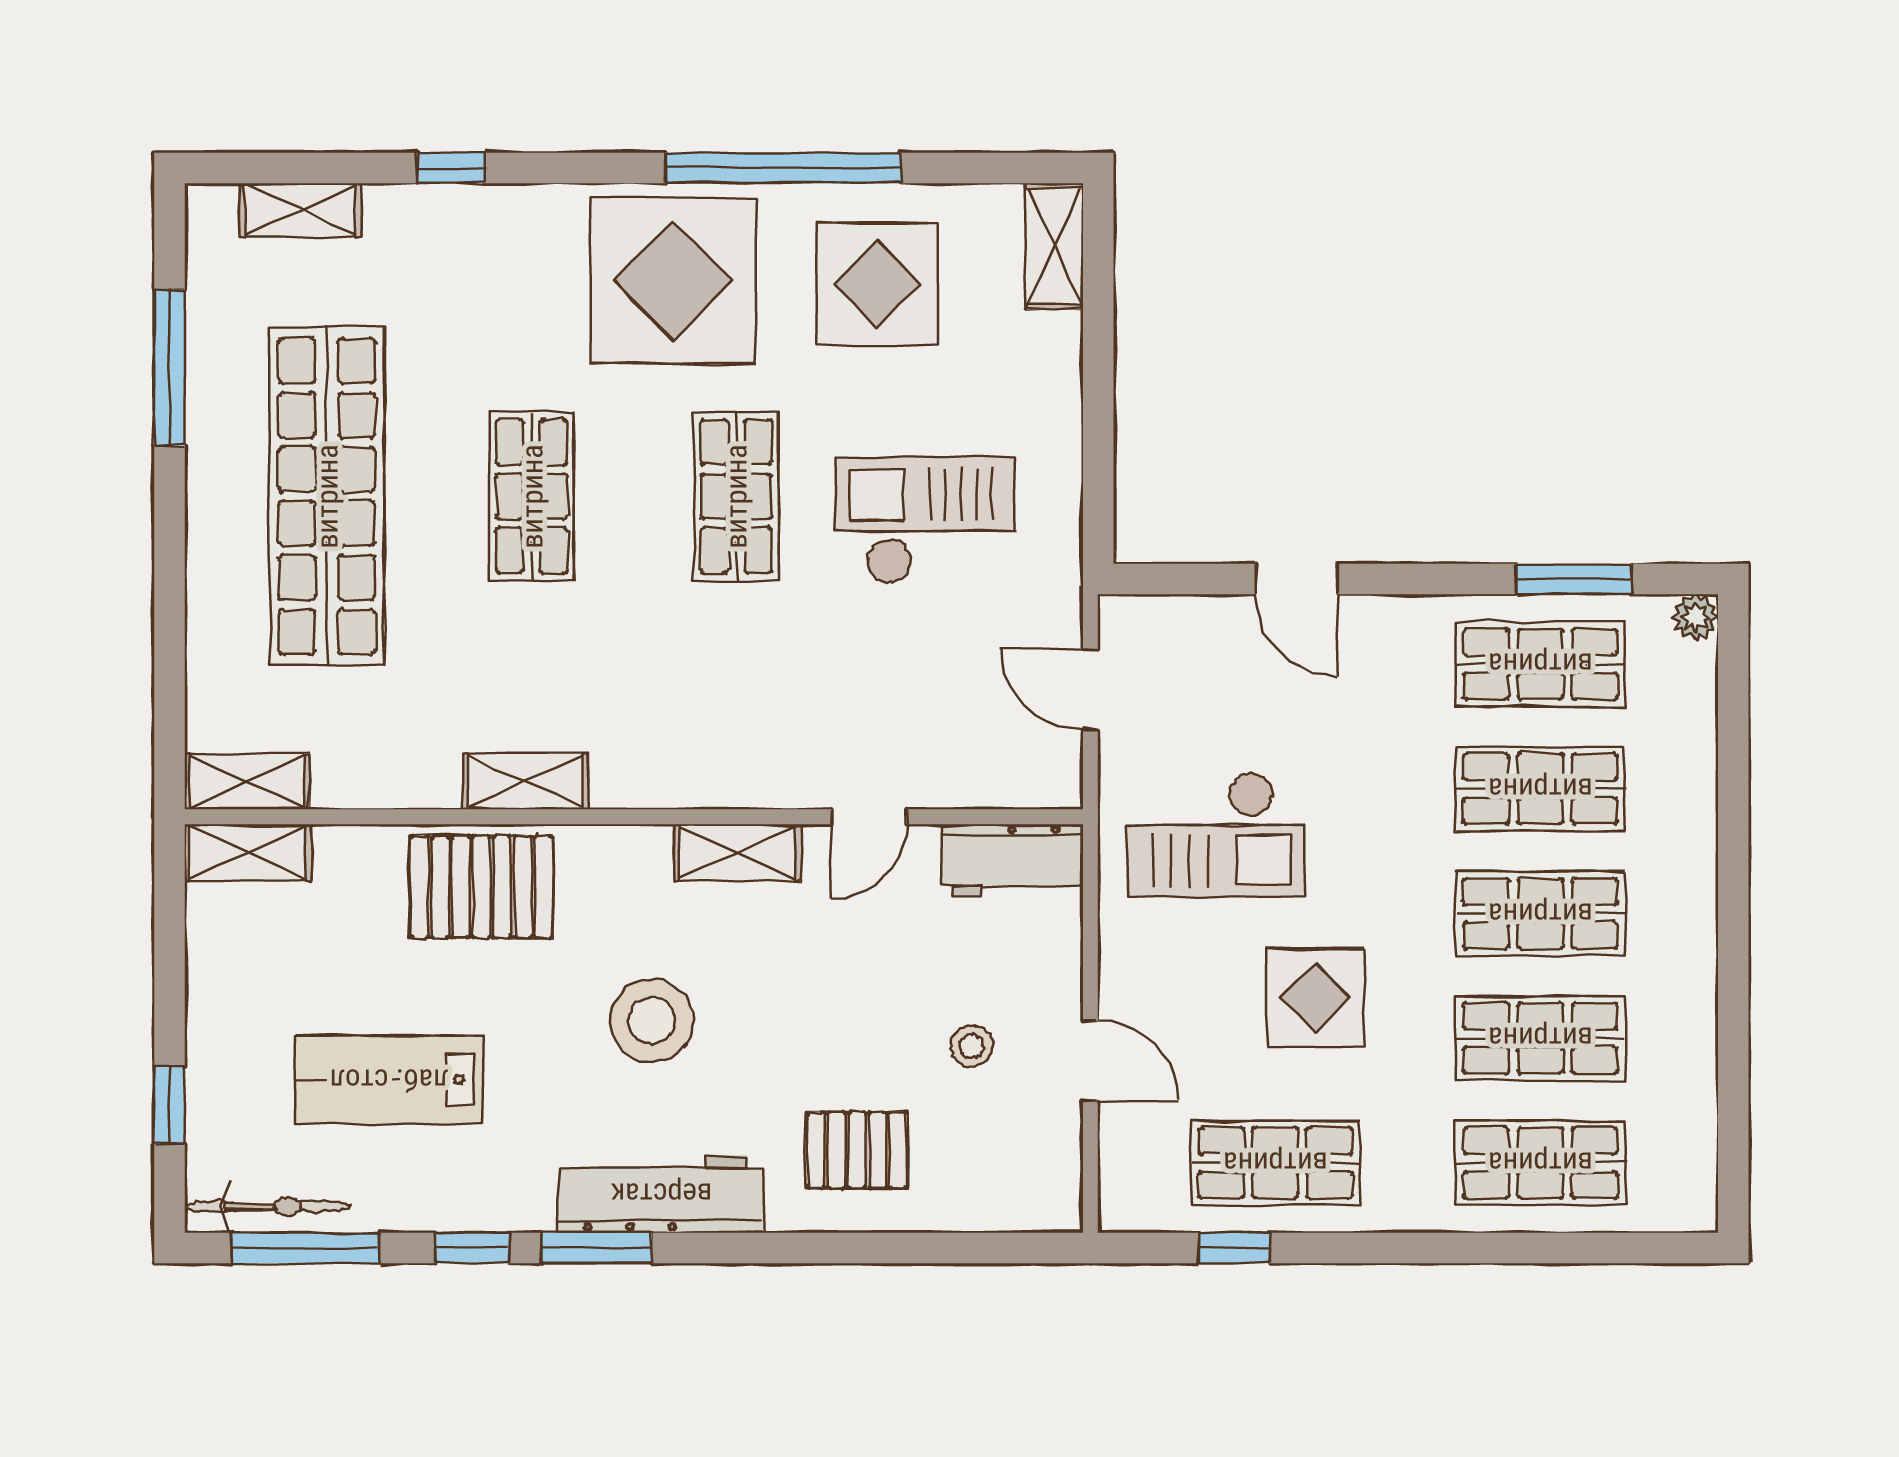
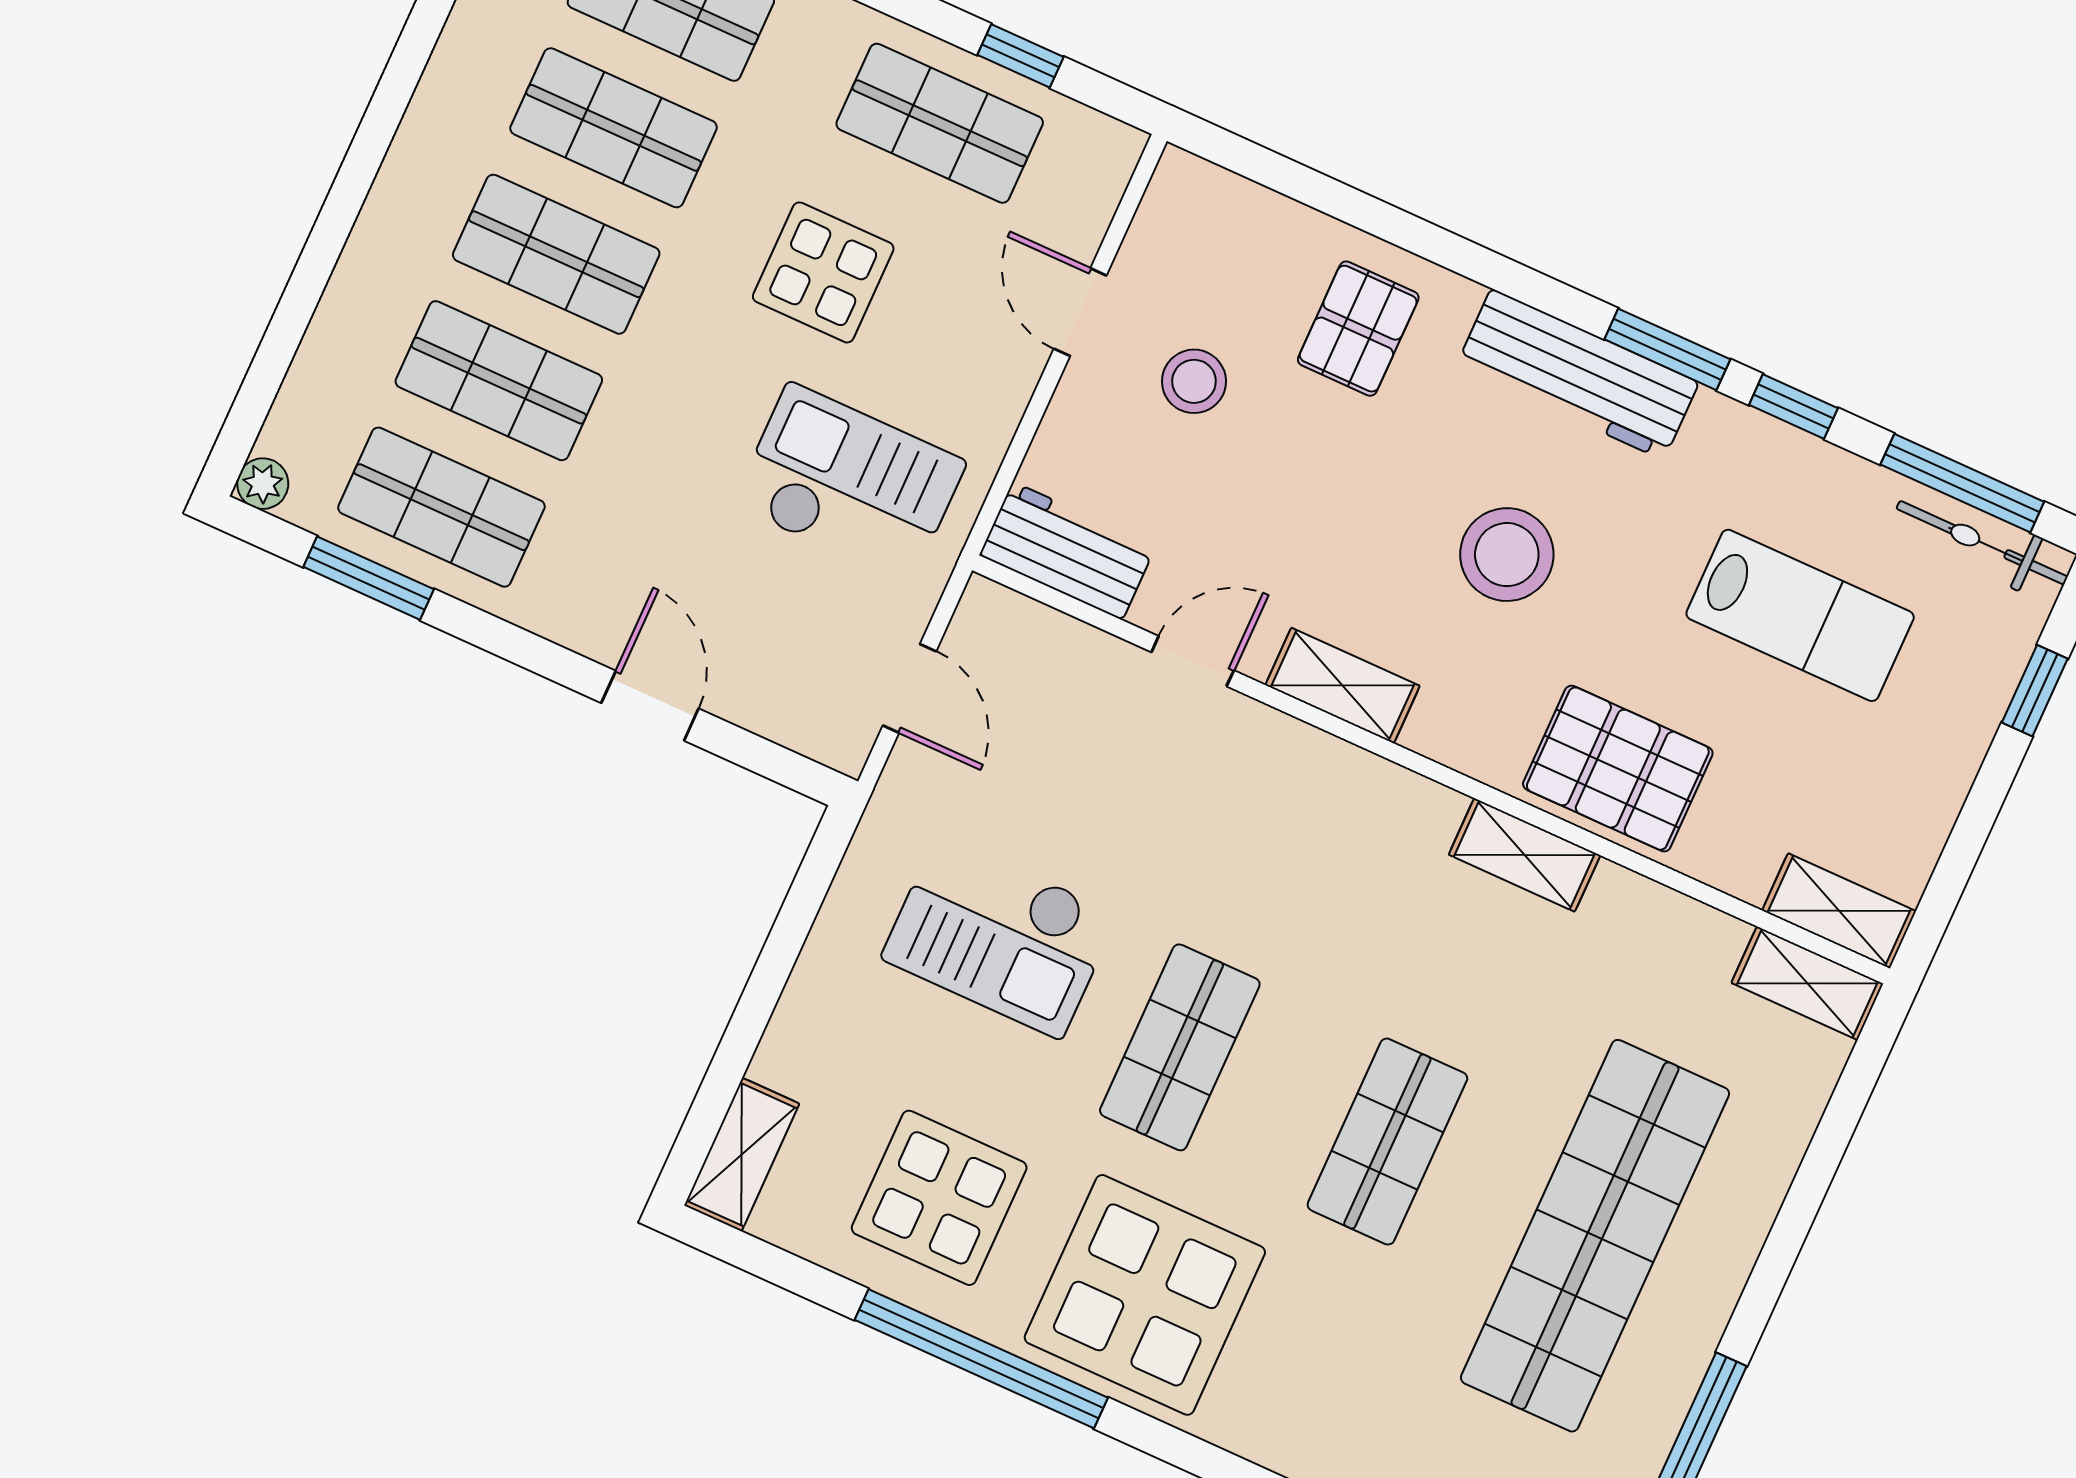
stool: (972, 1046) -> (1194, 381), width x1.37, depth x1.37
pallet: (857, 1150) -> (1358, 329), turned 90

